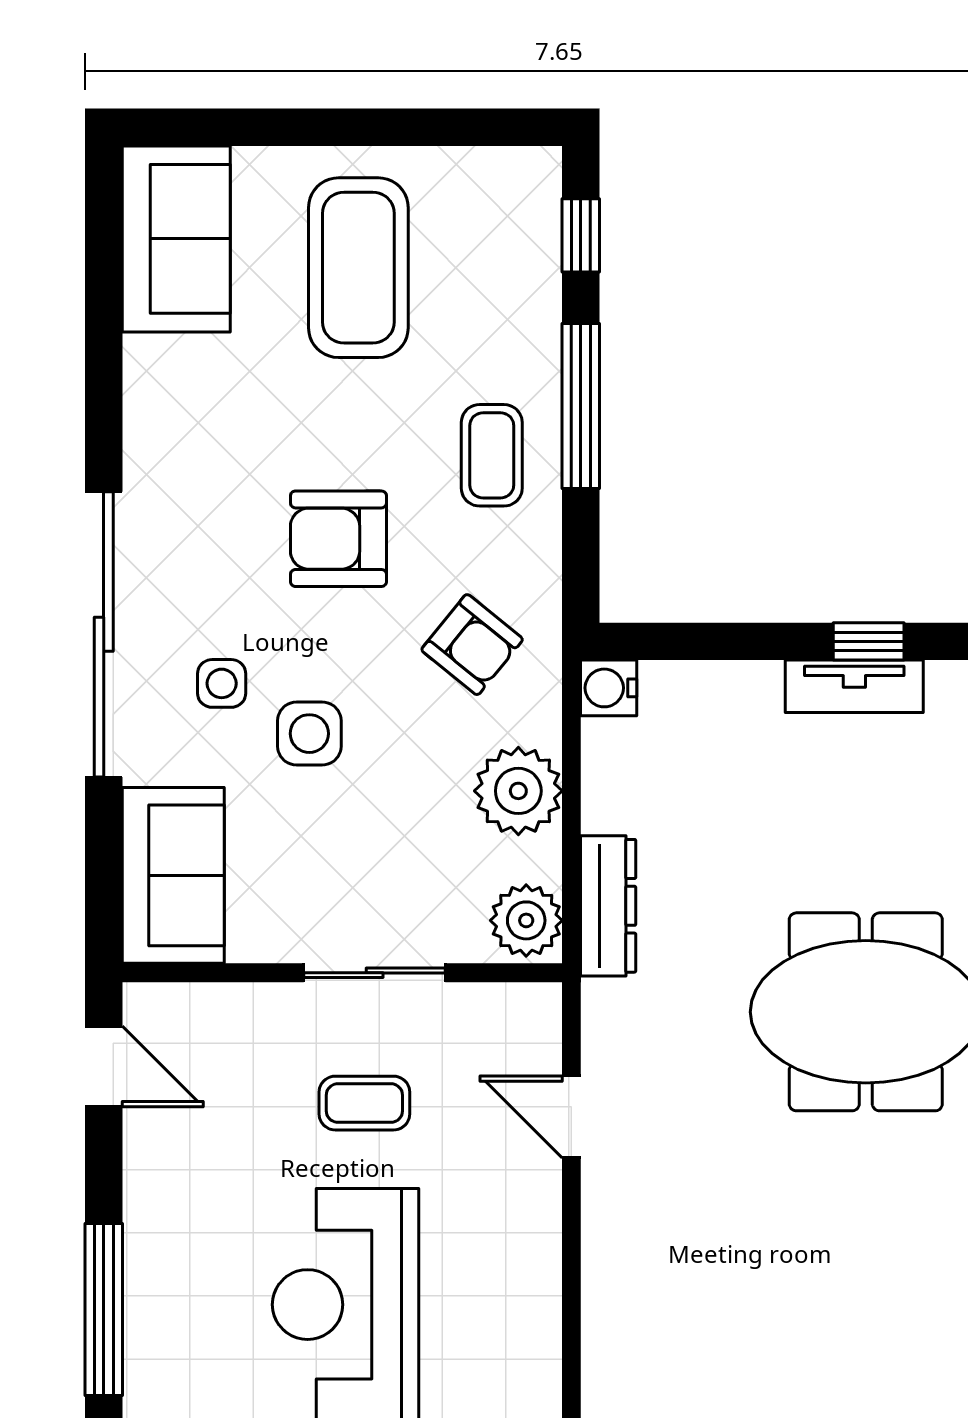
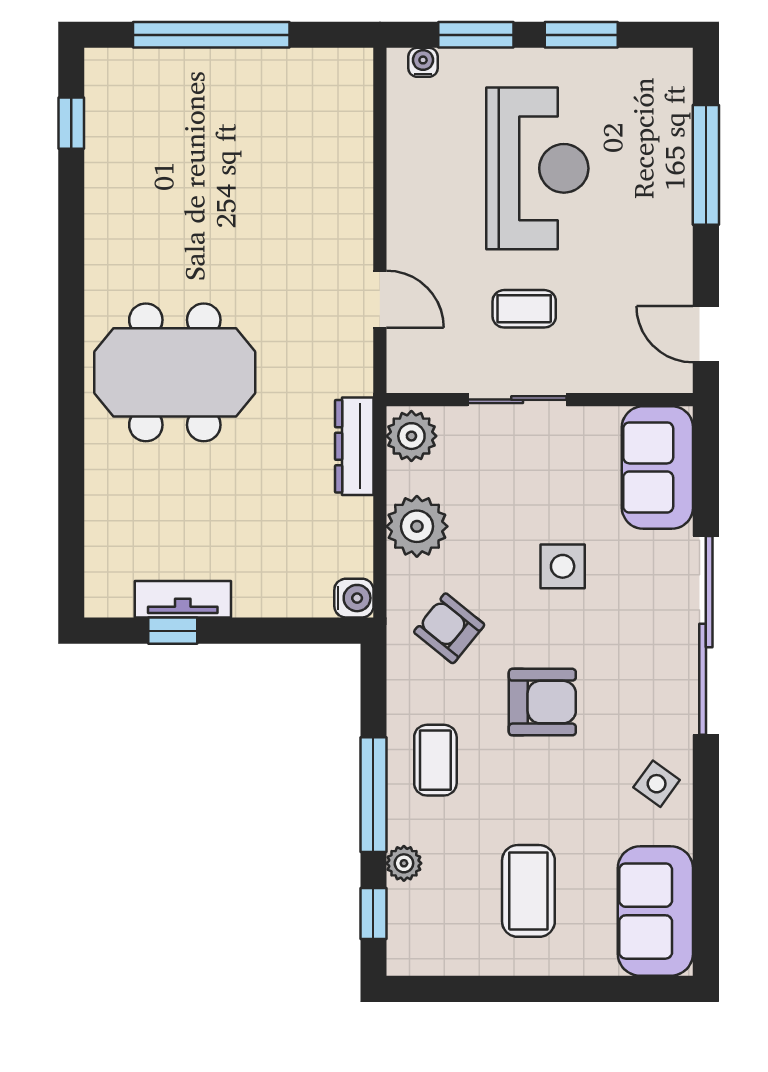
coffee table: (358, 268) -> (528, 891), width x0.73, depth x0.76
plant: (537, 307) -> (404, 863), added
side table: (222, 683) -> (657, 784), moved, turned 36

